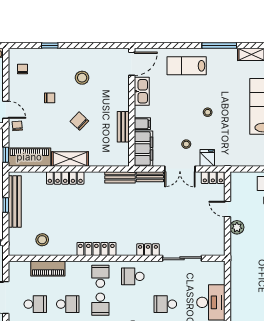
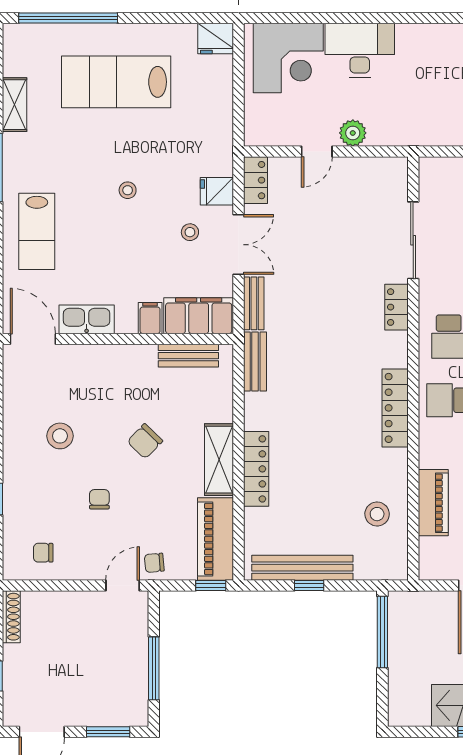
bench: (123, 127) -> (188, 356), moved

